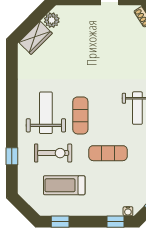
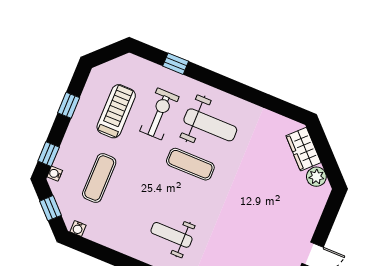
exercise bike: (53, 153) -> (159, 114), turned 180
exercise mat: (108, 153) -> (99, 178), moved
window: (60, 222) -> (69, 105), moved

